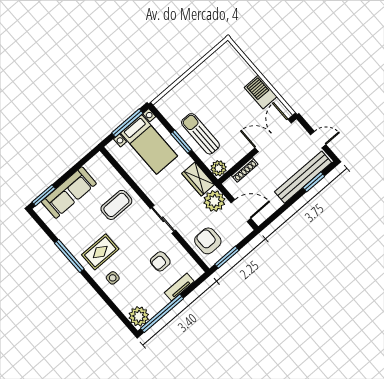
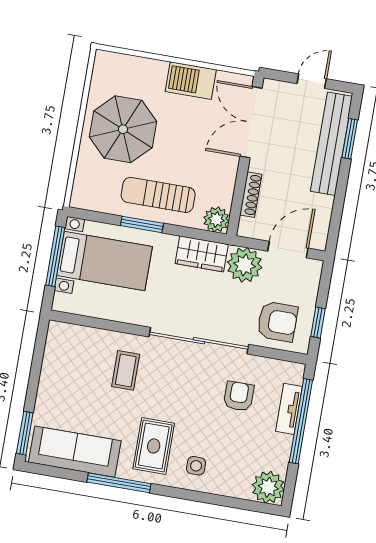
parasol: (209, 89) -> (123, 129), added
sofa: (69, 193) -> (75, 452), moved, turned -90
coffee table: (116, 205) -> (126, 370), width x0.73, depth x0.77
sliding door: (163, 219) -> (199, 341), width x1.86
armchair: (208, 241) -> (277, 322), turned 180
window: (227, 257) -> (318, 323), width x0.67
armchair: (160, 261) -> (239, 396), turned 180
window: (162, 313) -> (301, 421), moved

